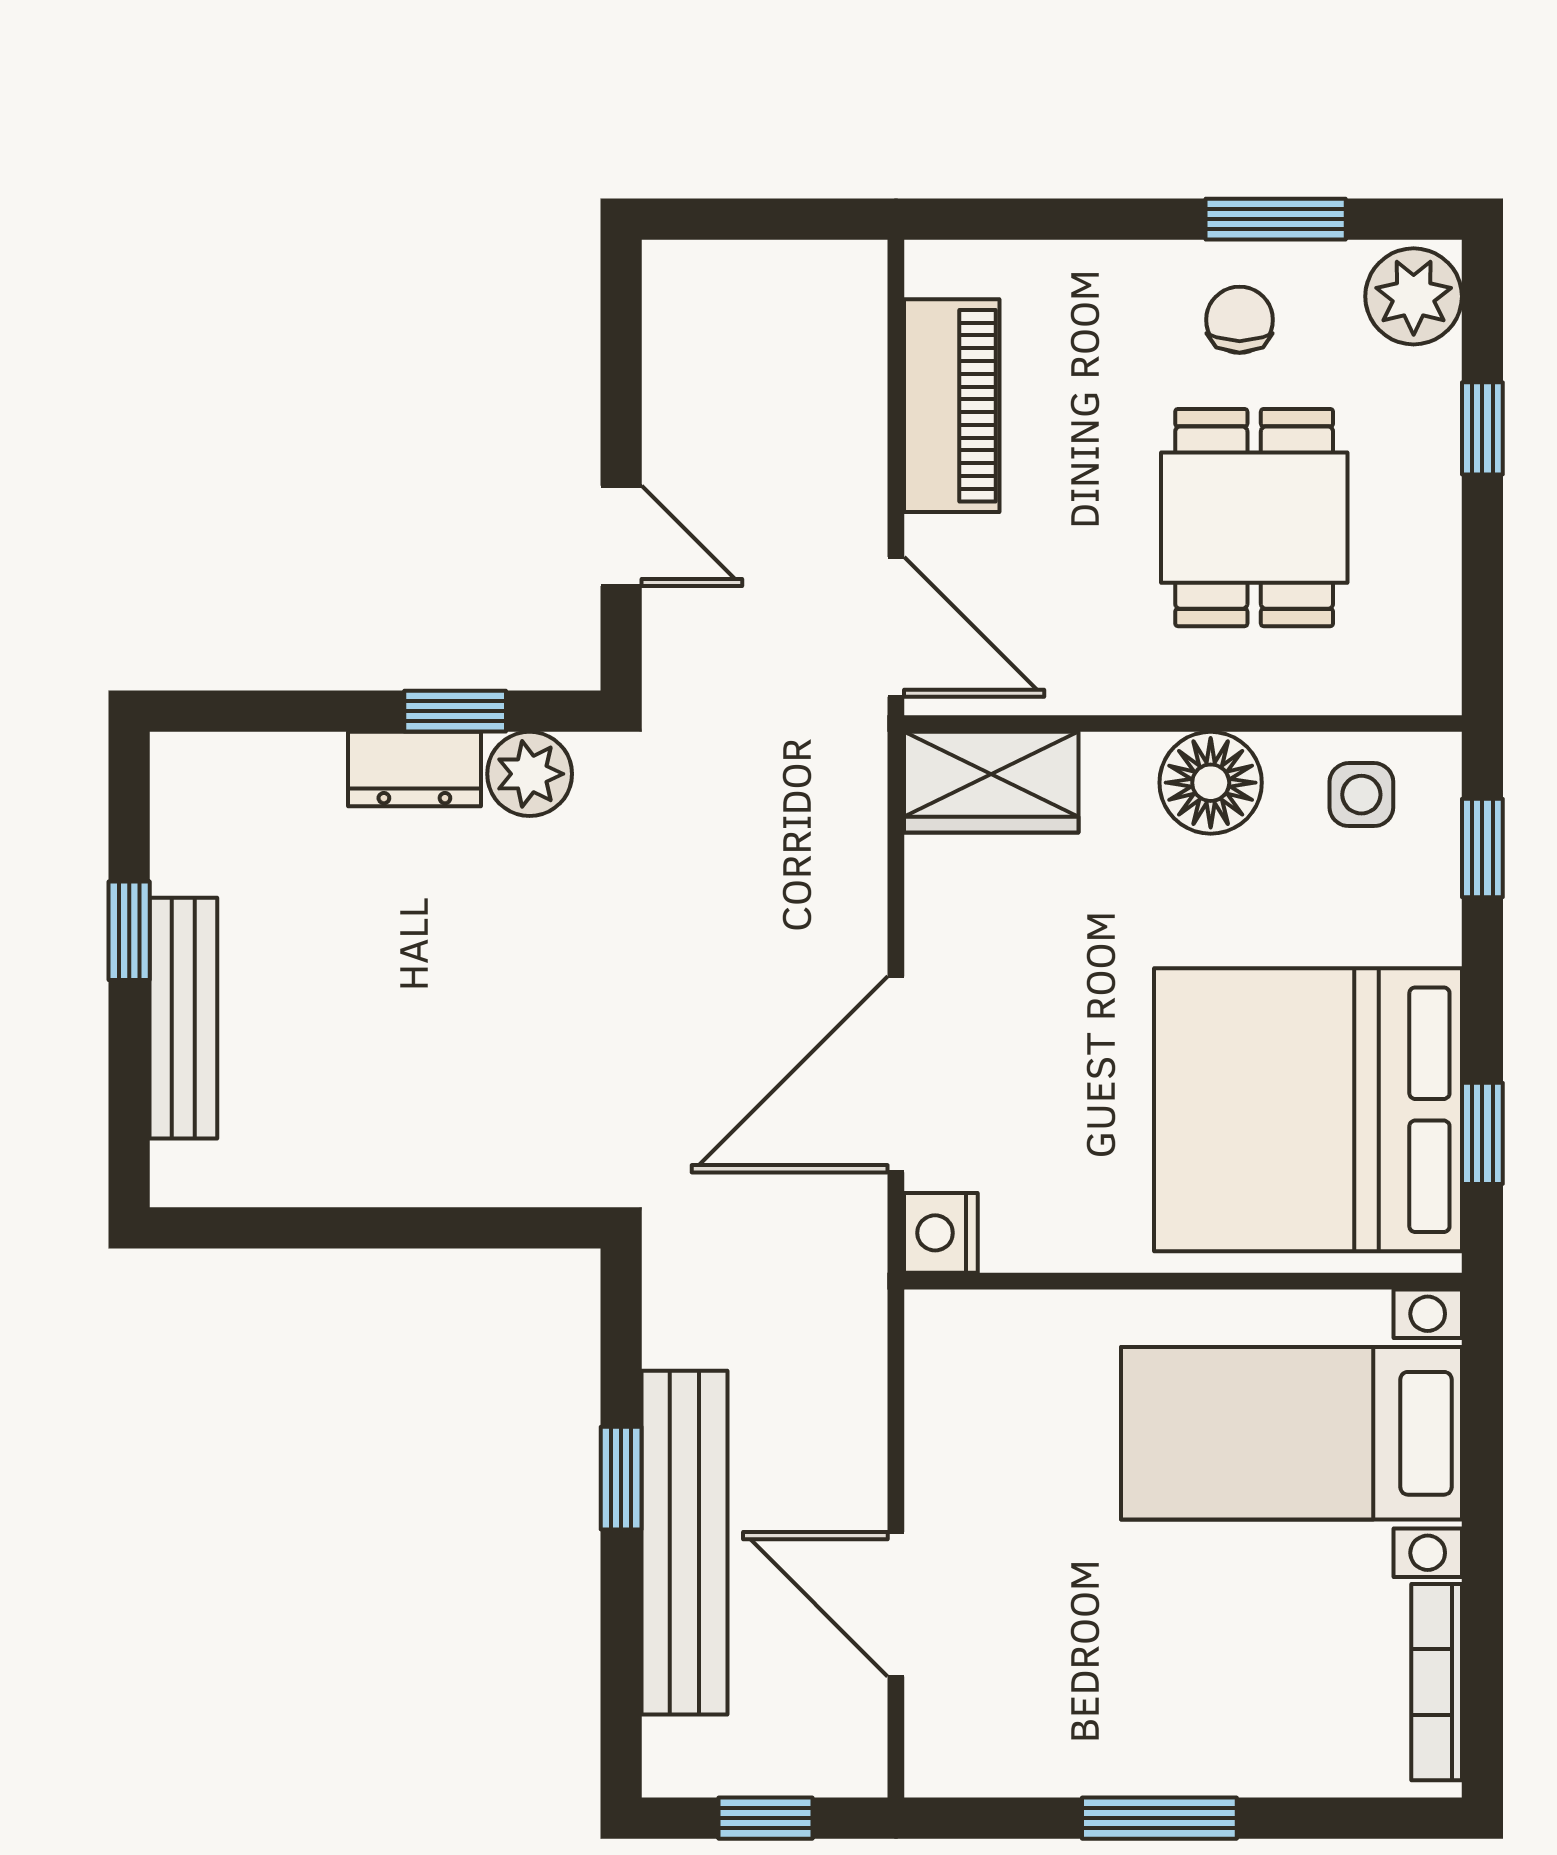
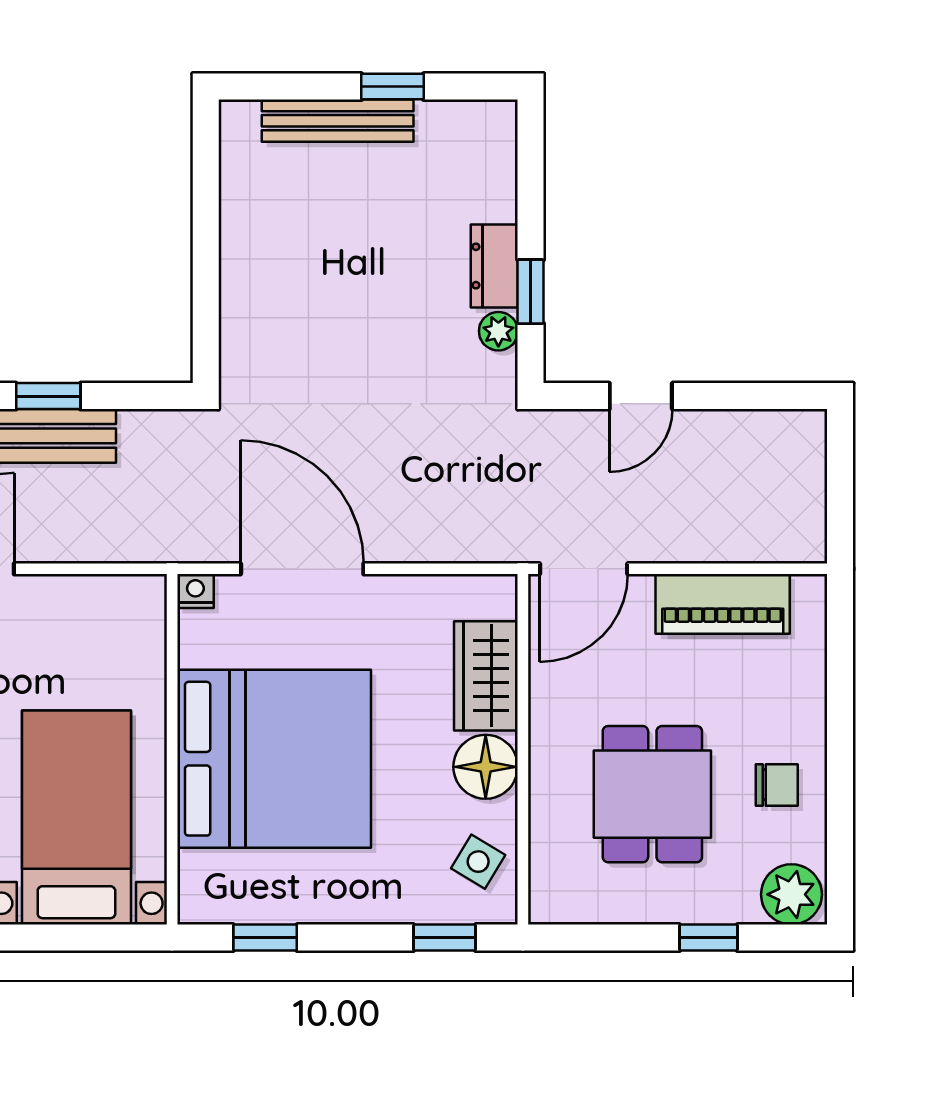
window: (1276, 219) -> (840, 808), removed
dining table: (1254, 518) -> (652, 794), turned 90
plant: (530, 774) -> (498, 331), width x0.73, depth x0.73
wardrobe: (991, 782) -> (486, 676), moved
side table: (1361, 795) -> (478, 862), turned 31
bed: (1308, 1110) -> (274, 759), moved, turned 90
nightstand: (941, 1233) -> (195, 591), width x0.72, depth x0.74

